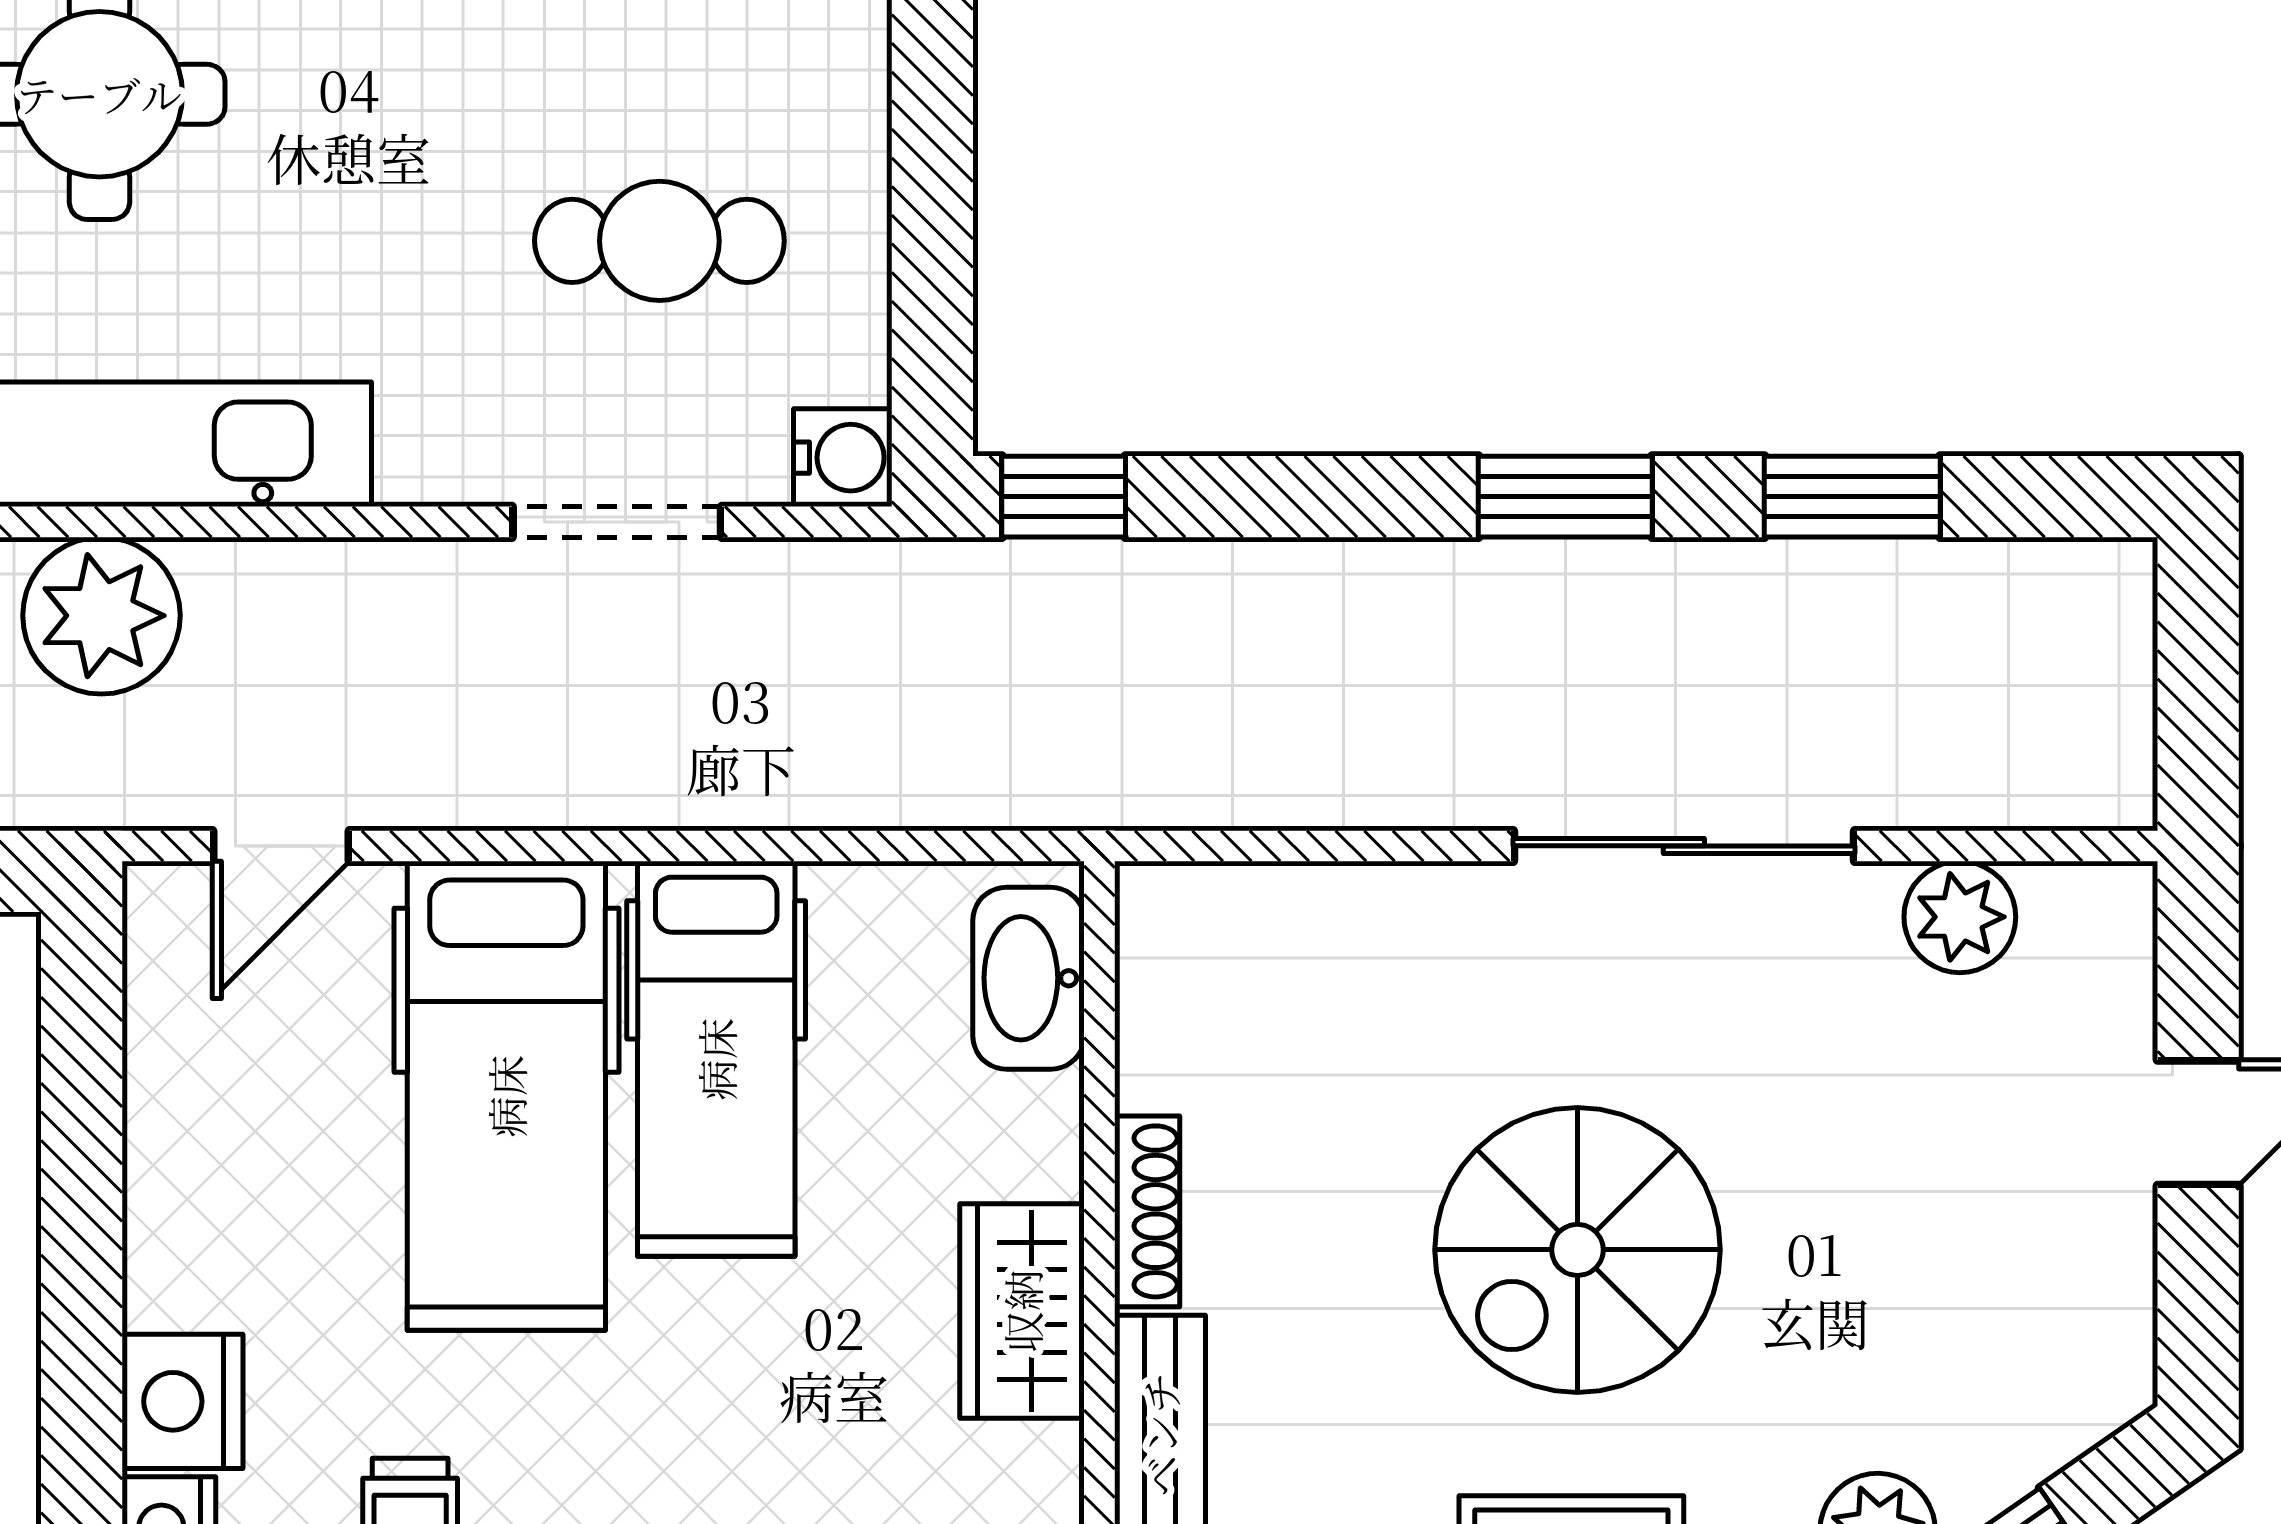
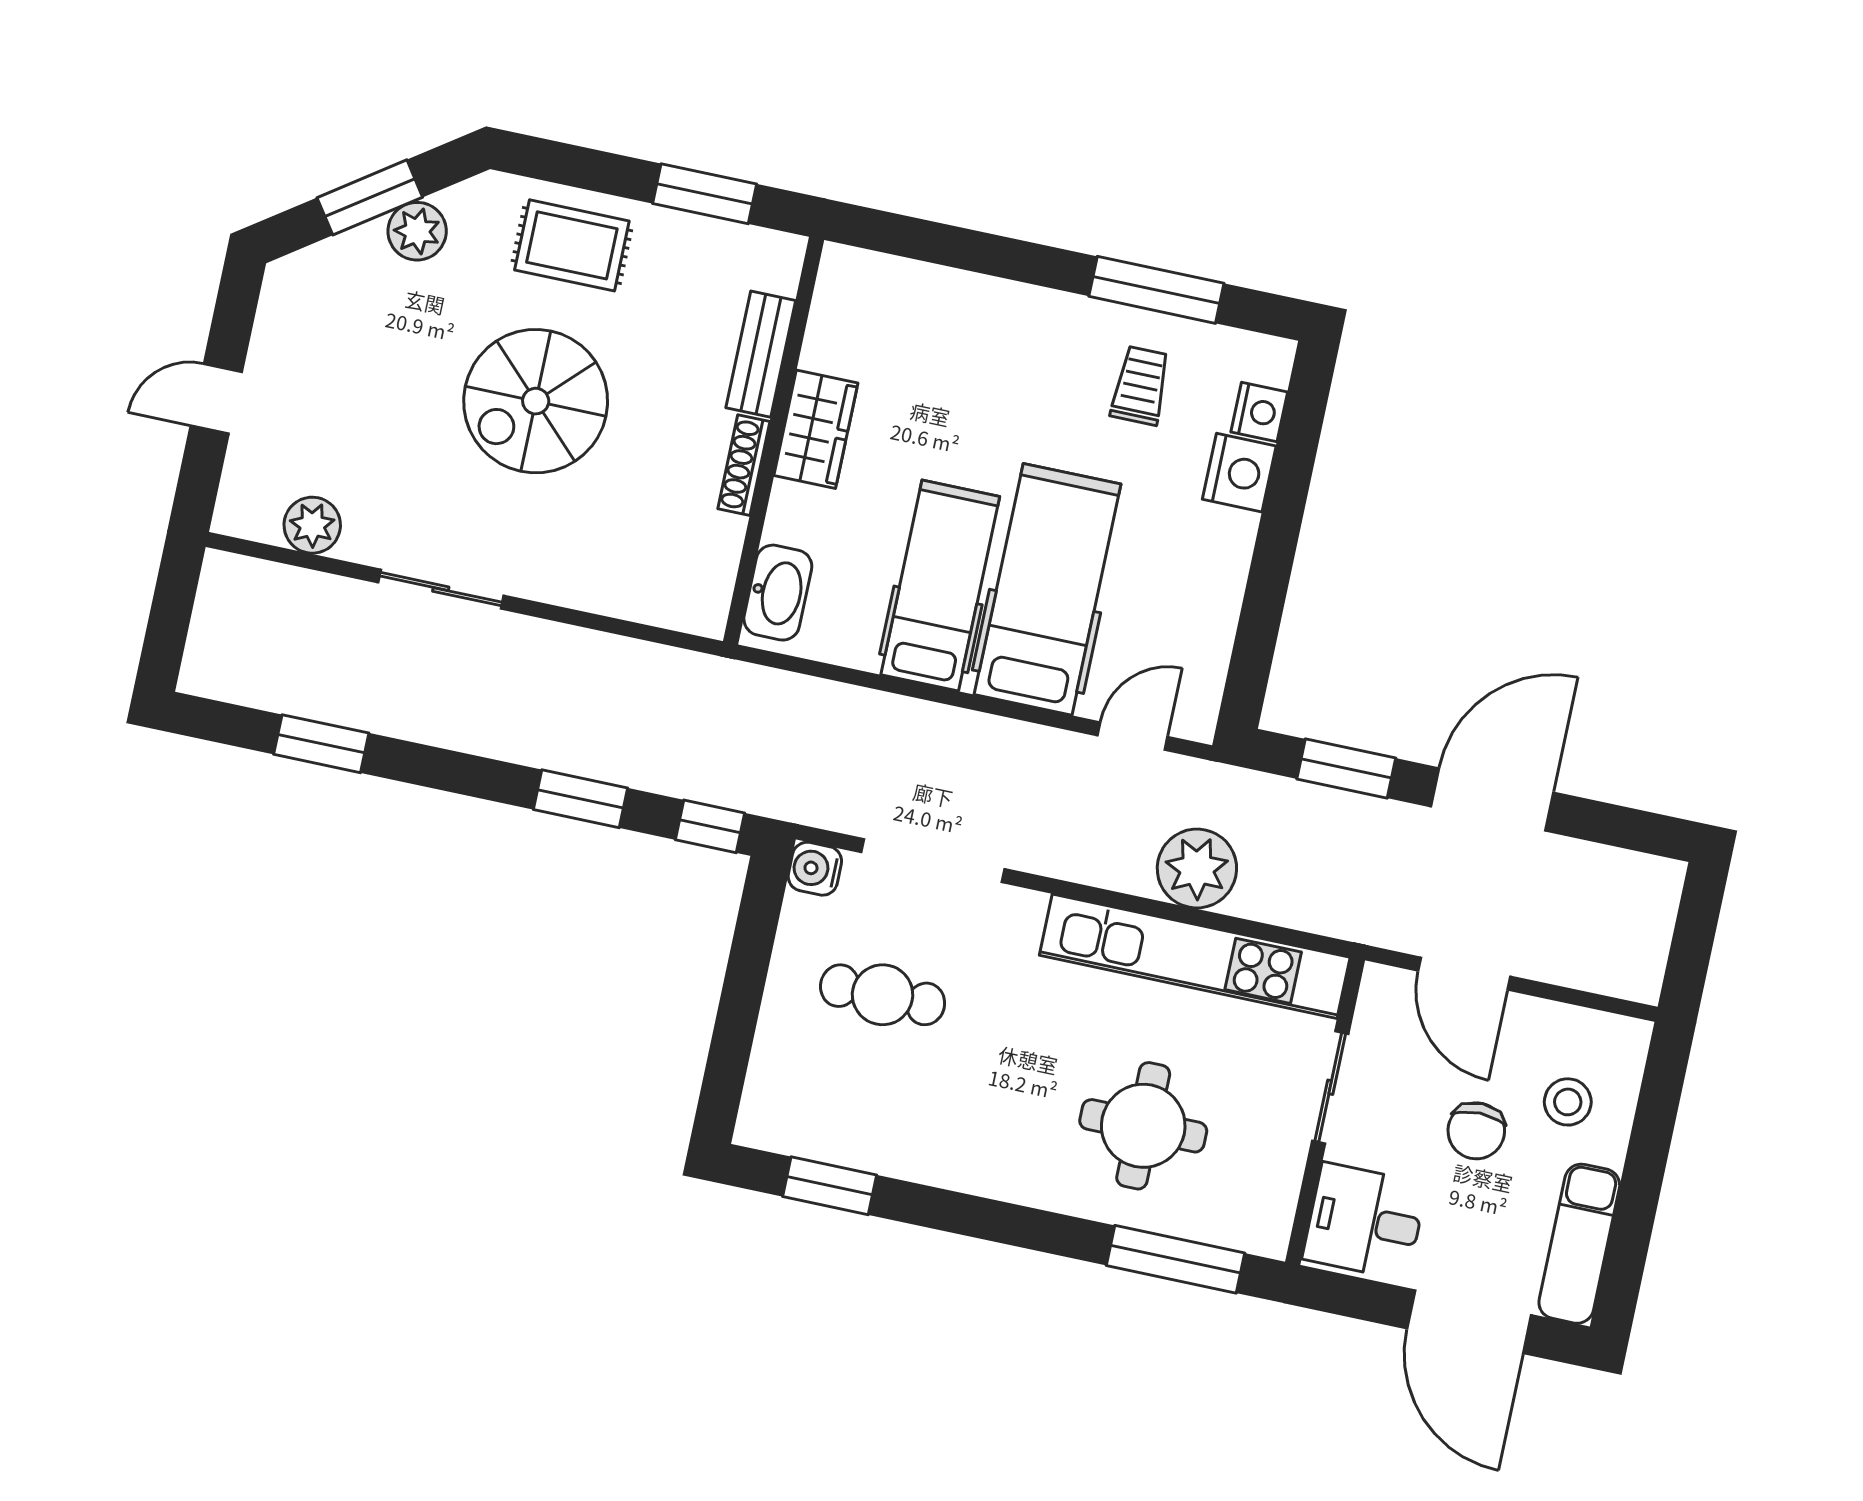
window: (1565, 497) -> (580, 799), moved
doorway: (617, 522) -> (933, 861), width x1.36
sliding door: (1684, 846) -> (441, 589), width x0.73
spiral stairs: (1577, 1250) -> (536, 401), turned 180

